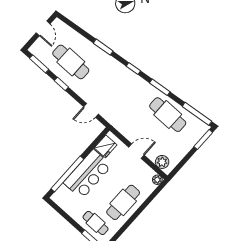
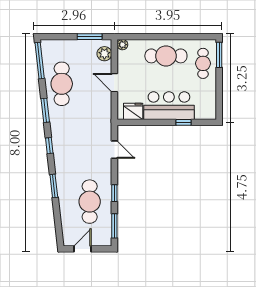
window: (203, 139) -> (90, 37), moved
window: (67, 174) -> (184, 122), width x0.32

